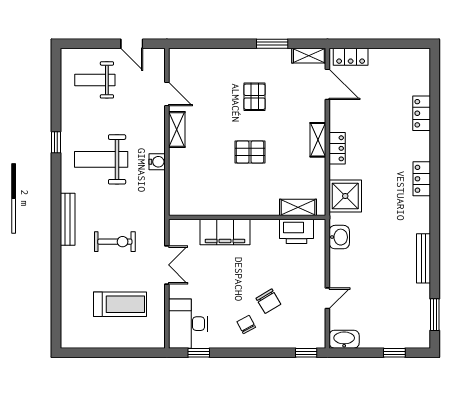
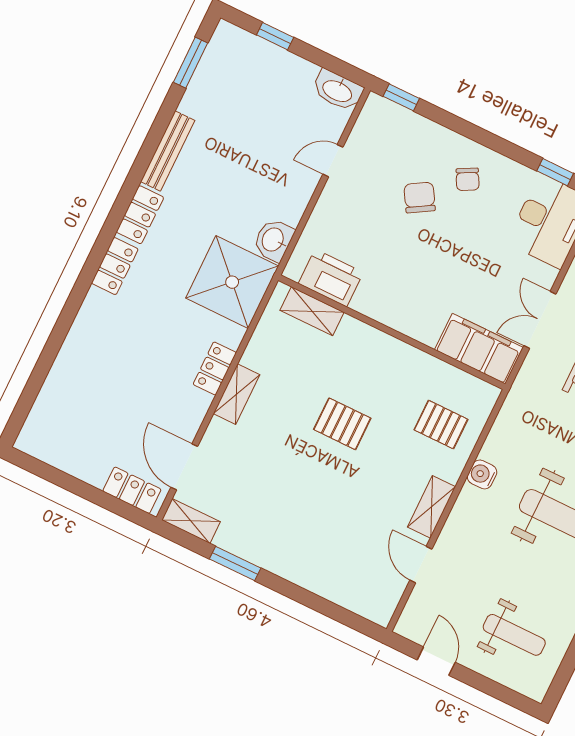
pallet: (255, 97) -> (441, 425), moved, turned 90
locker: (422, 113) -> (140, 215), moved
shower: (345, 196) -> (232, 282), width x1.37, depth x1.37
filing cabinet: (225, 232) -> (479, 349), moved

